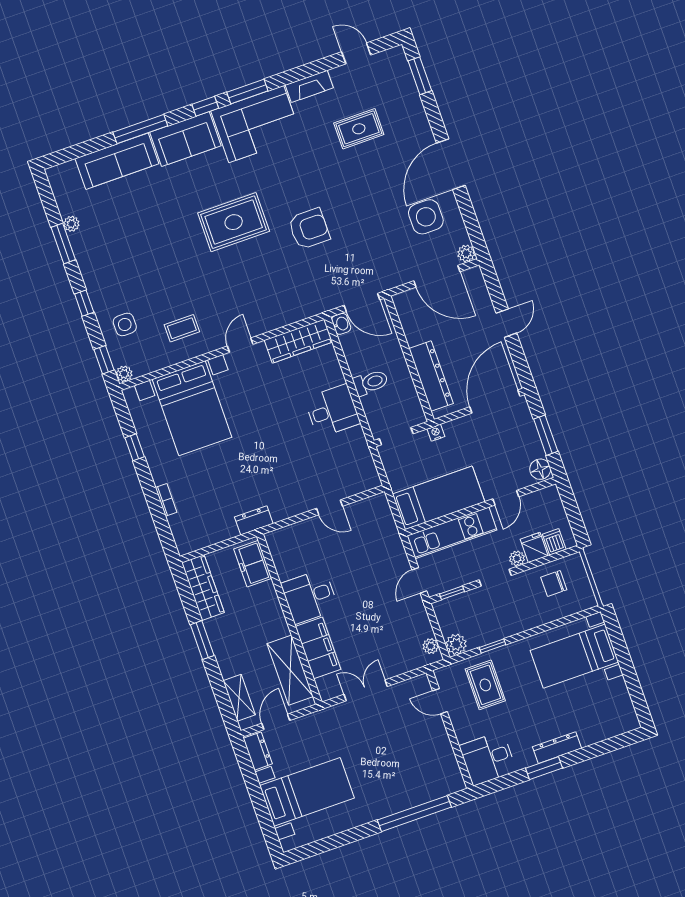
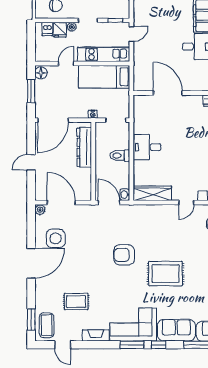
coffee table: (392, 75) -> (47, 325), added
door: (329, 507) -> (168, 93), width x1.88

